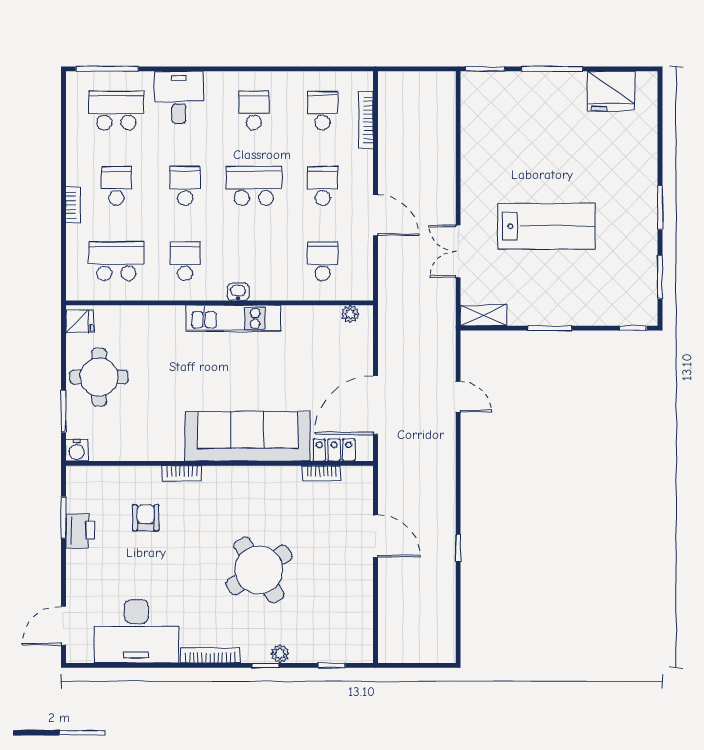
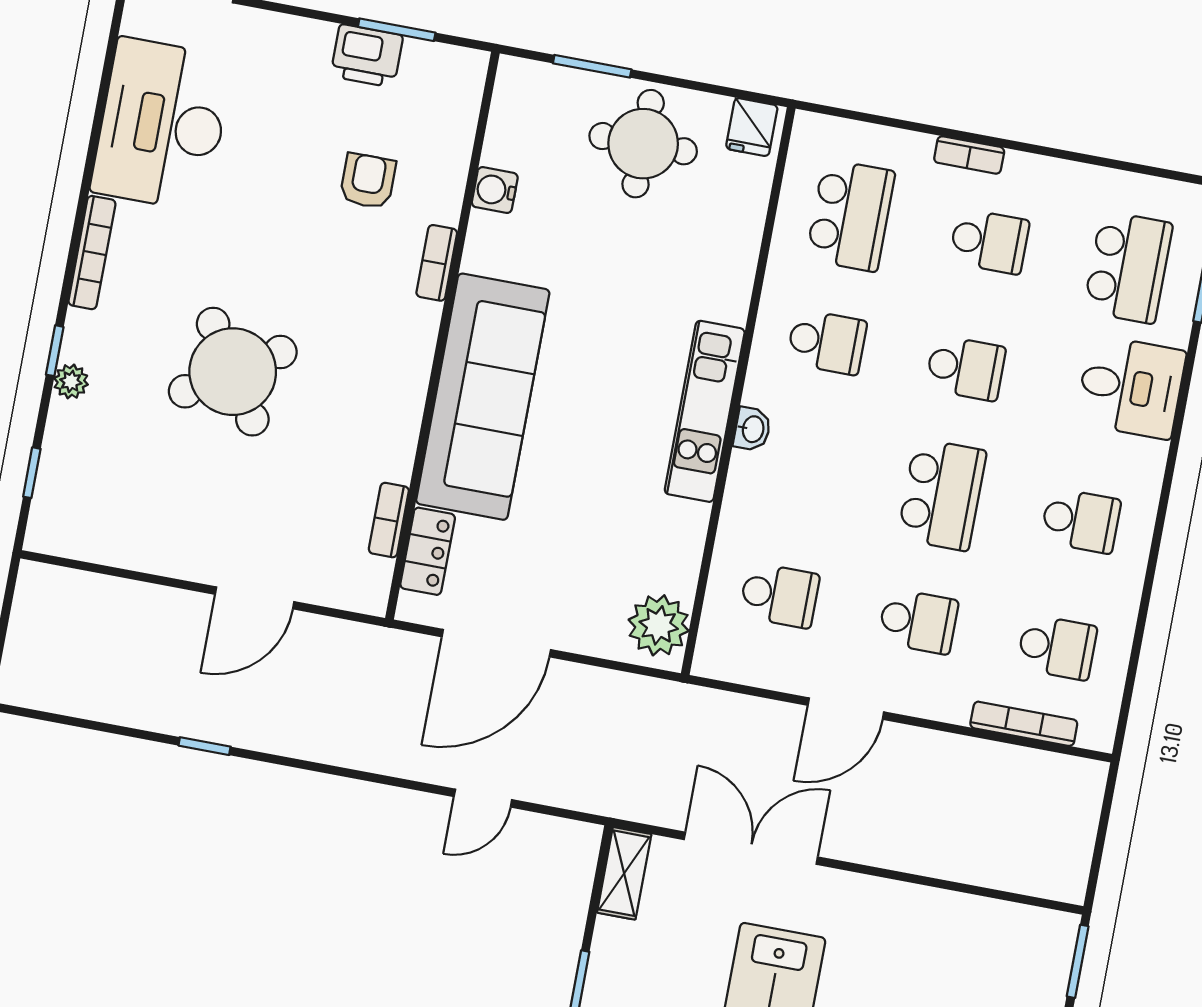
double door: (458, 251) -> (751, 848), width x1.37
plant: (350, 314) -> (659, 625), width x1.87, depth x1.87
door: (375, 405) -> (496, 643), swing flipped
water cooler: (77, 450) -> (495, 190), moved
armchair: (146, 518) -> (368, 181), turned -90

